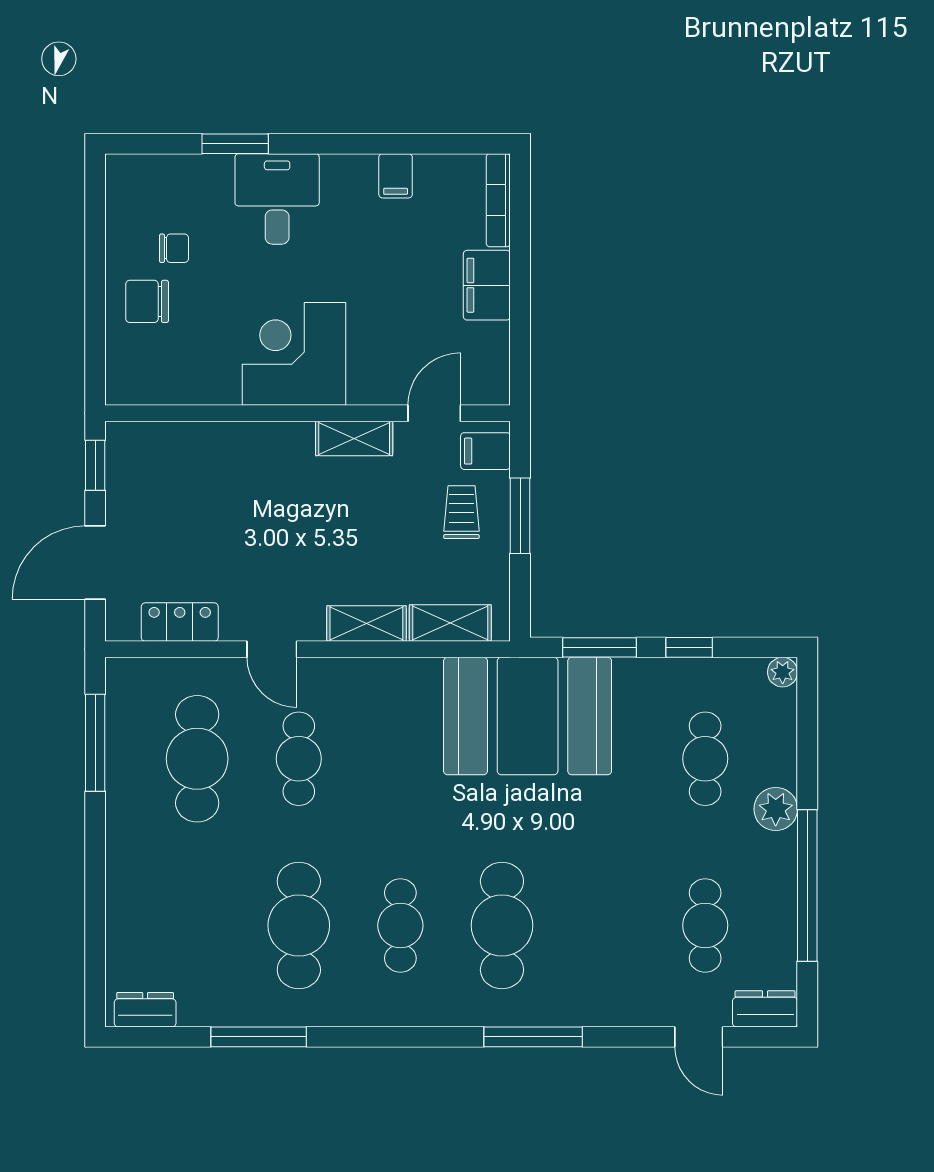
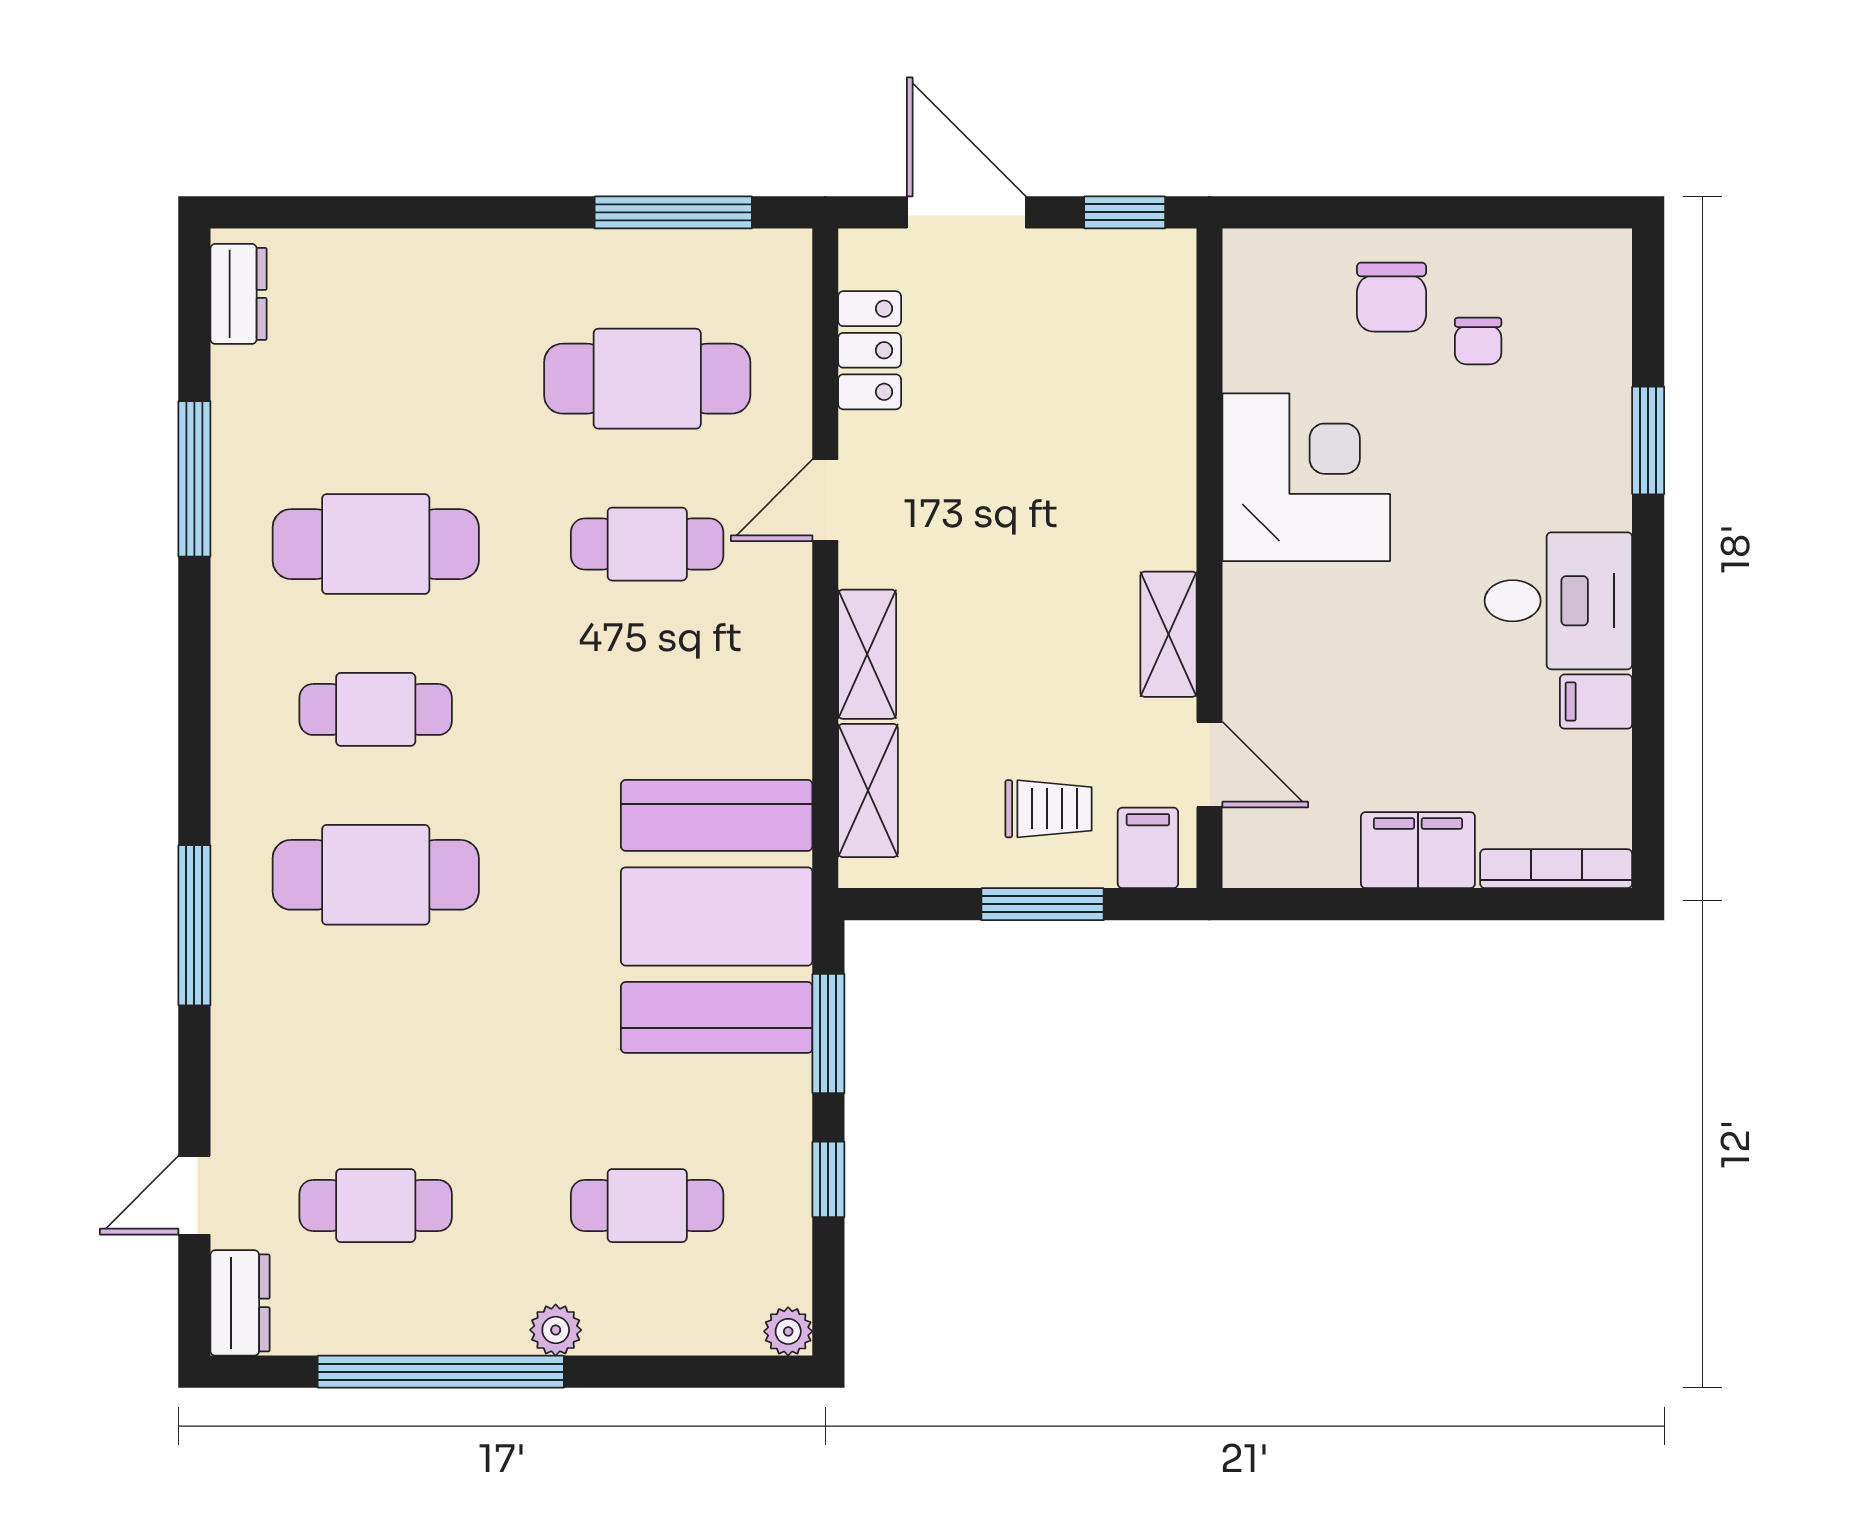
desk: (277, 199) -> (1558, 601), moved
chair: (147, 301) -> (1392, 297), turned 180
corner desk: (294, 354) -> (1306, 477), moved
plant: (776, 809) -> (556, 1330), width x0.73, depth x0.73

